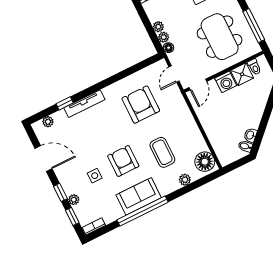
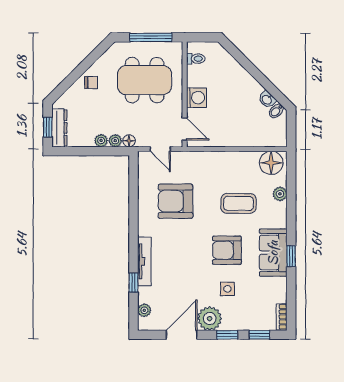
shower: (242, 74) -> (197, 76), removed
plant: (74, 200) -> (210, 319), moved, width x1.87, depth x1.87
window: (143, 211) -> (291, 256), width x0.32

